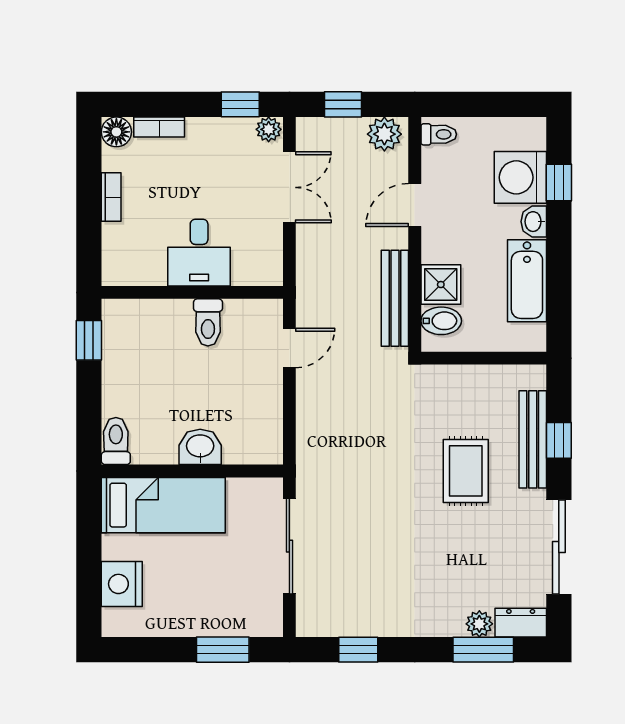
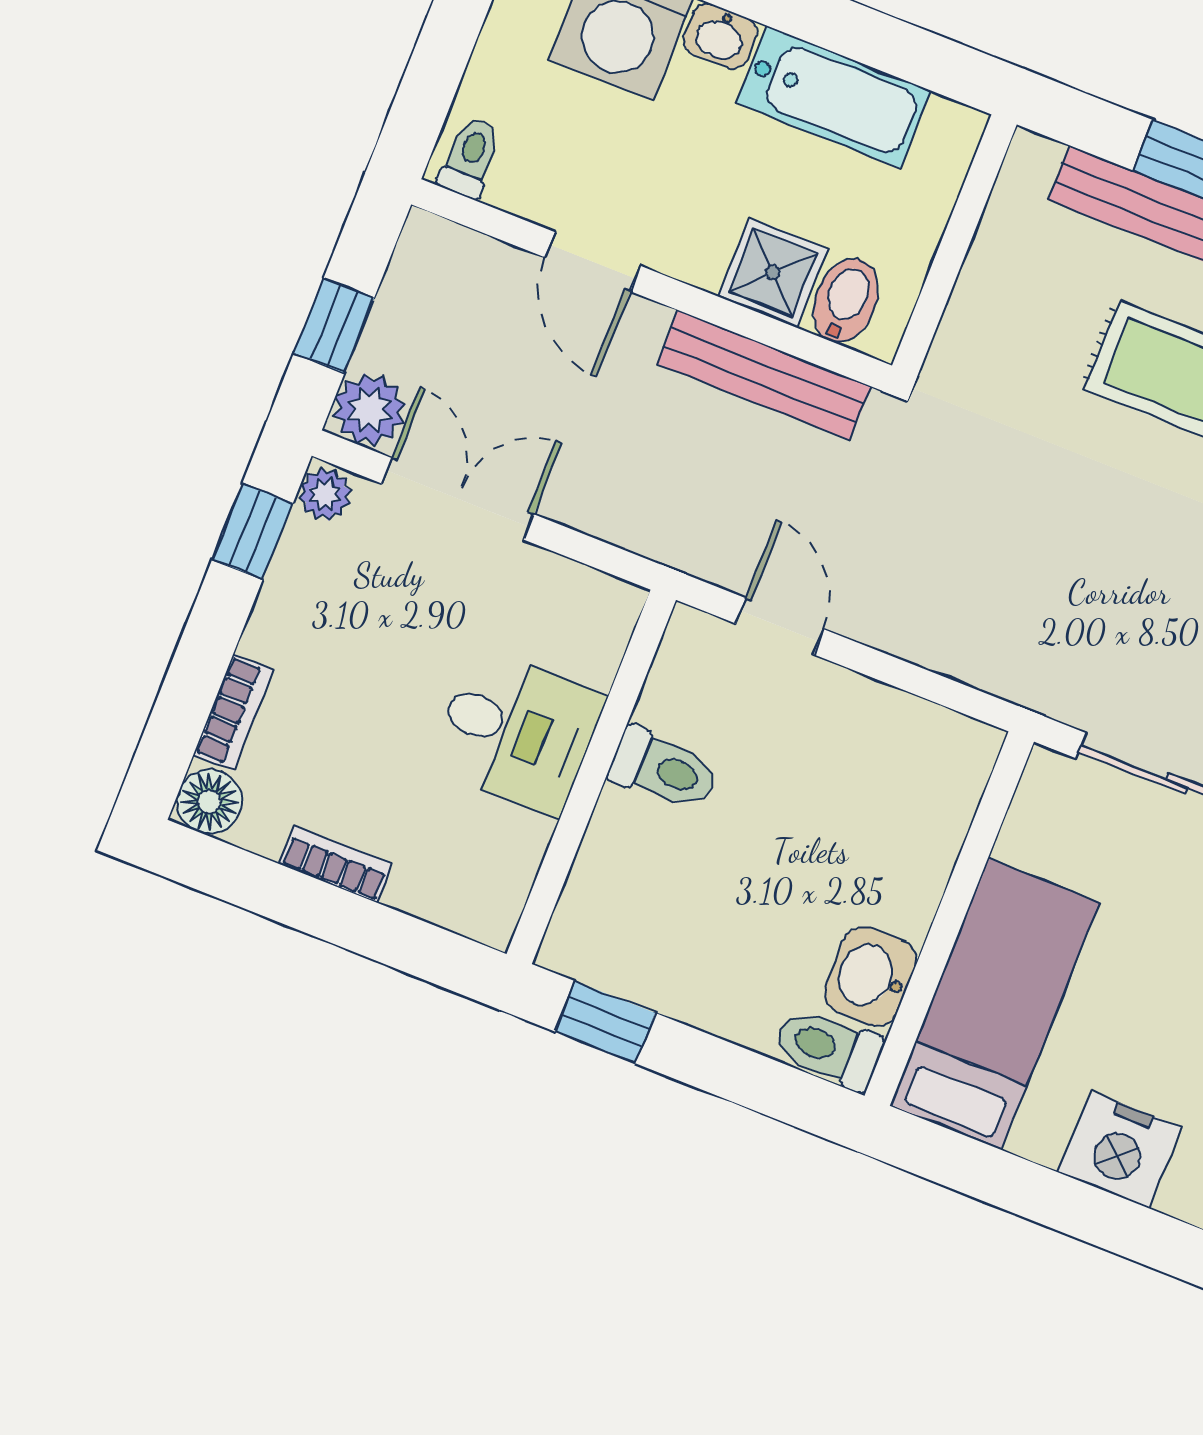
plant: (384, 134) -> (369, 410), moved
washbasin: (200, 447) -> (870, 977), moved

